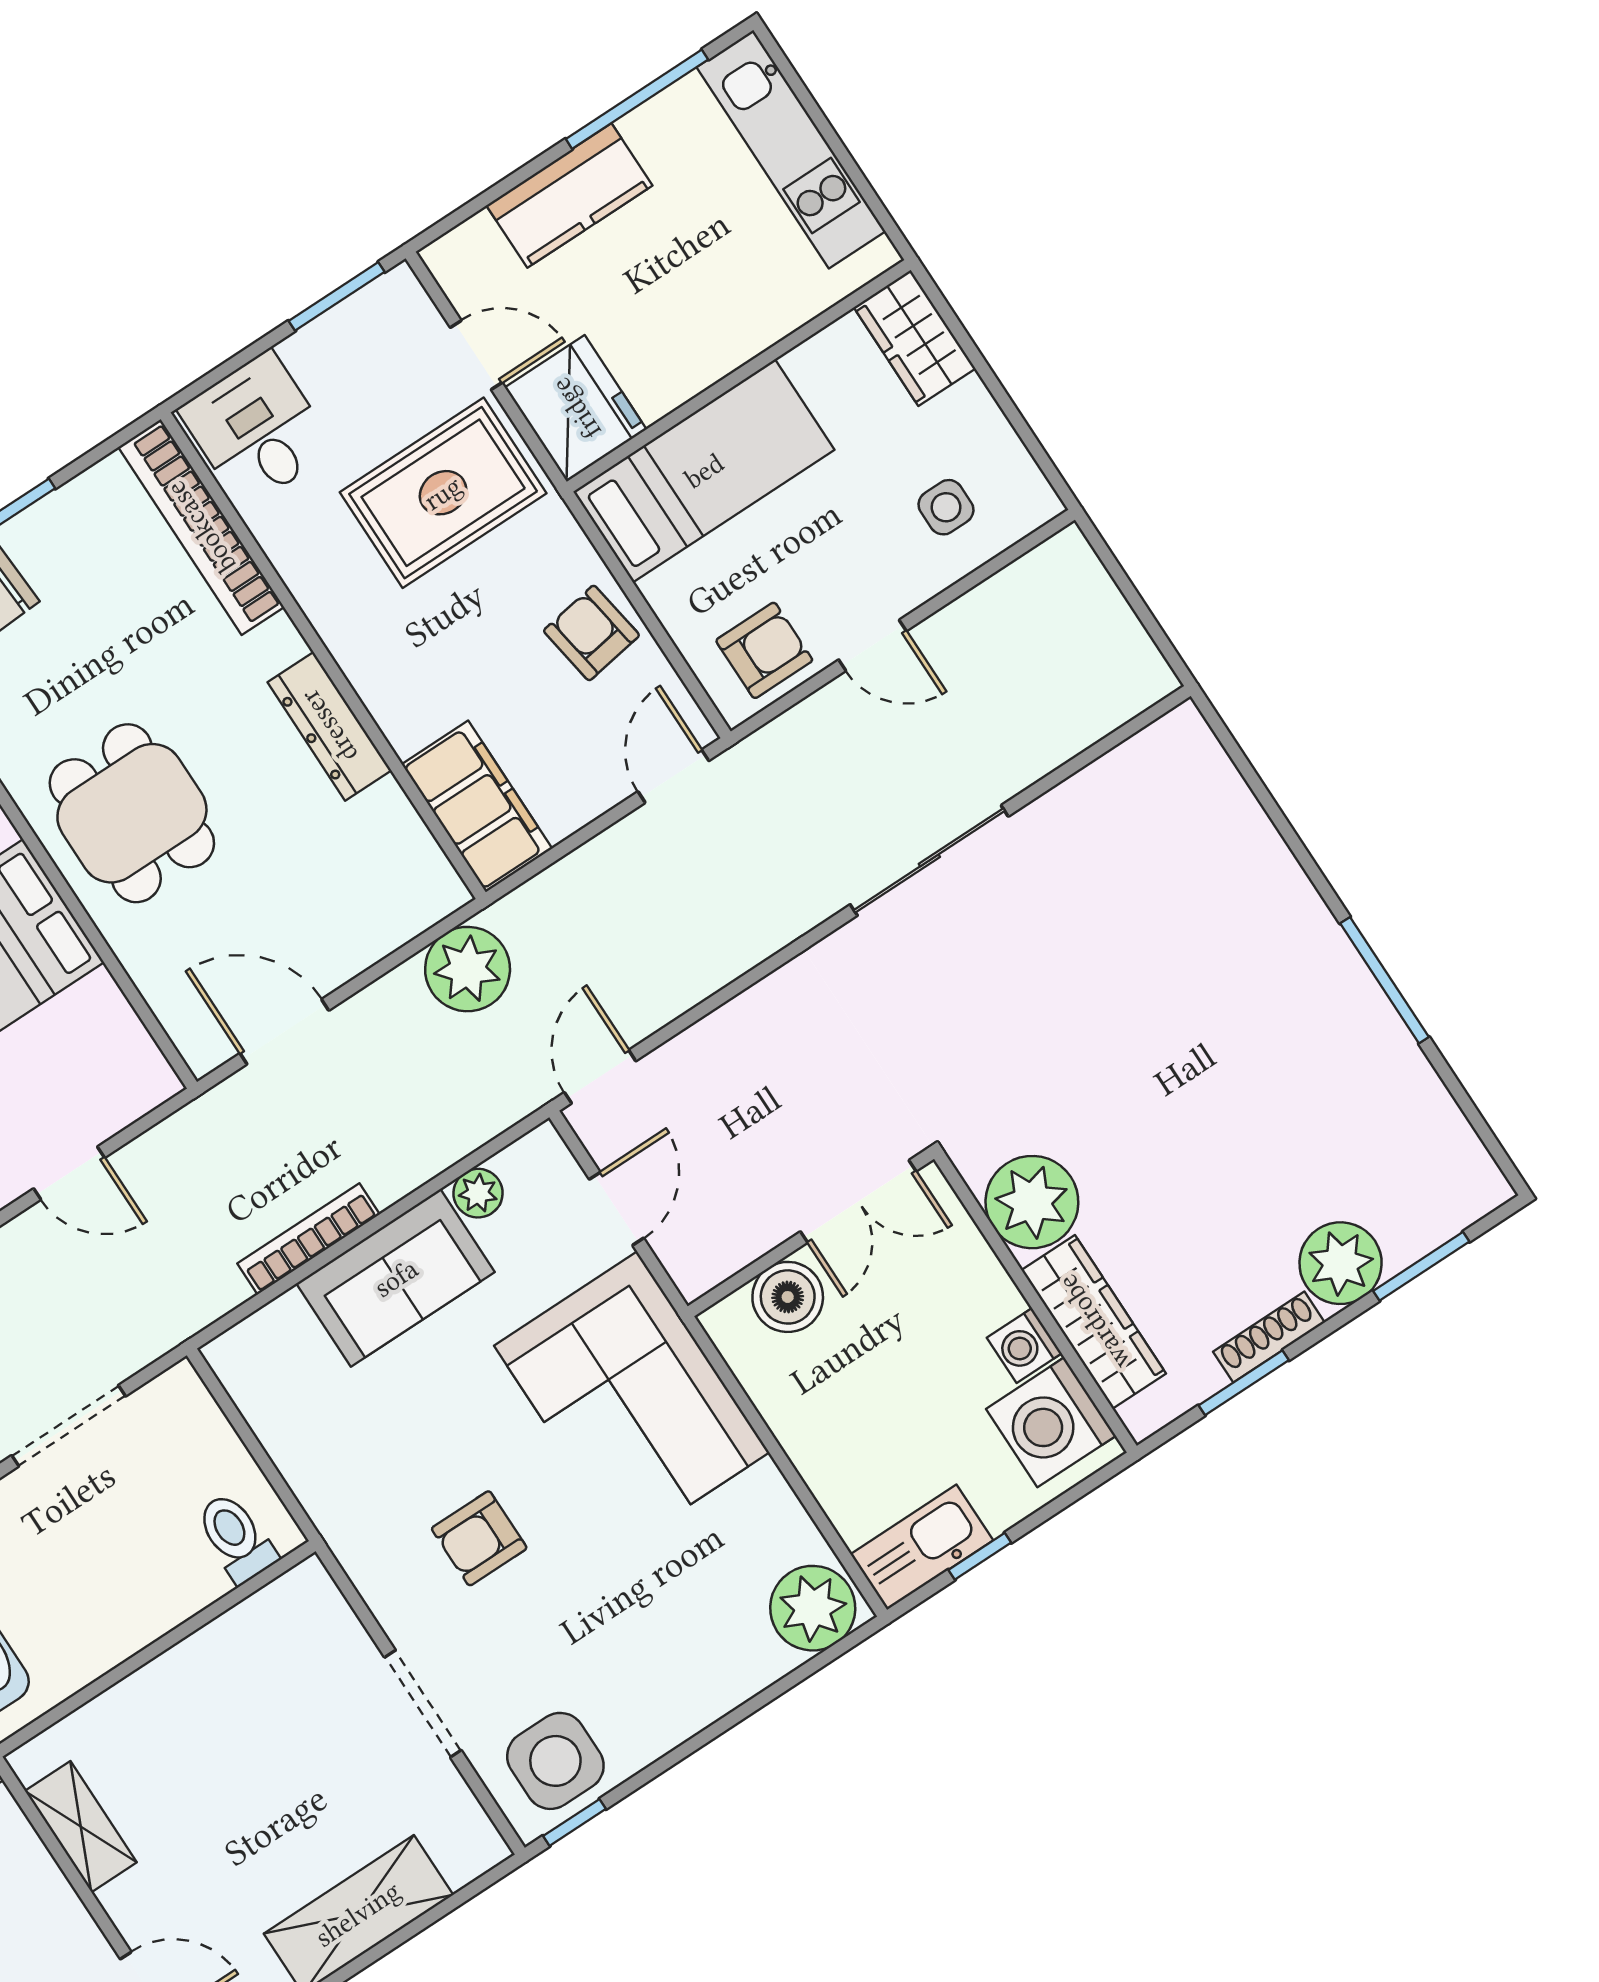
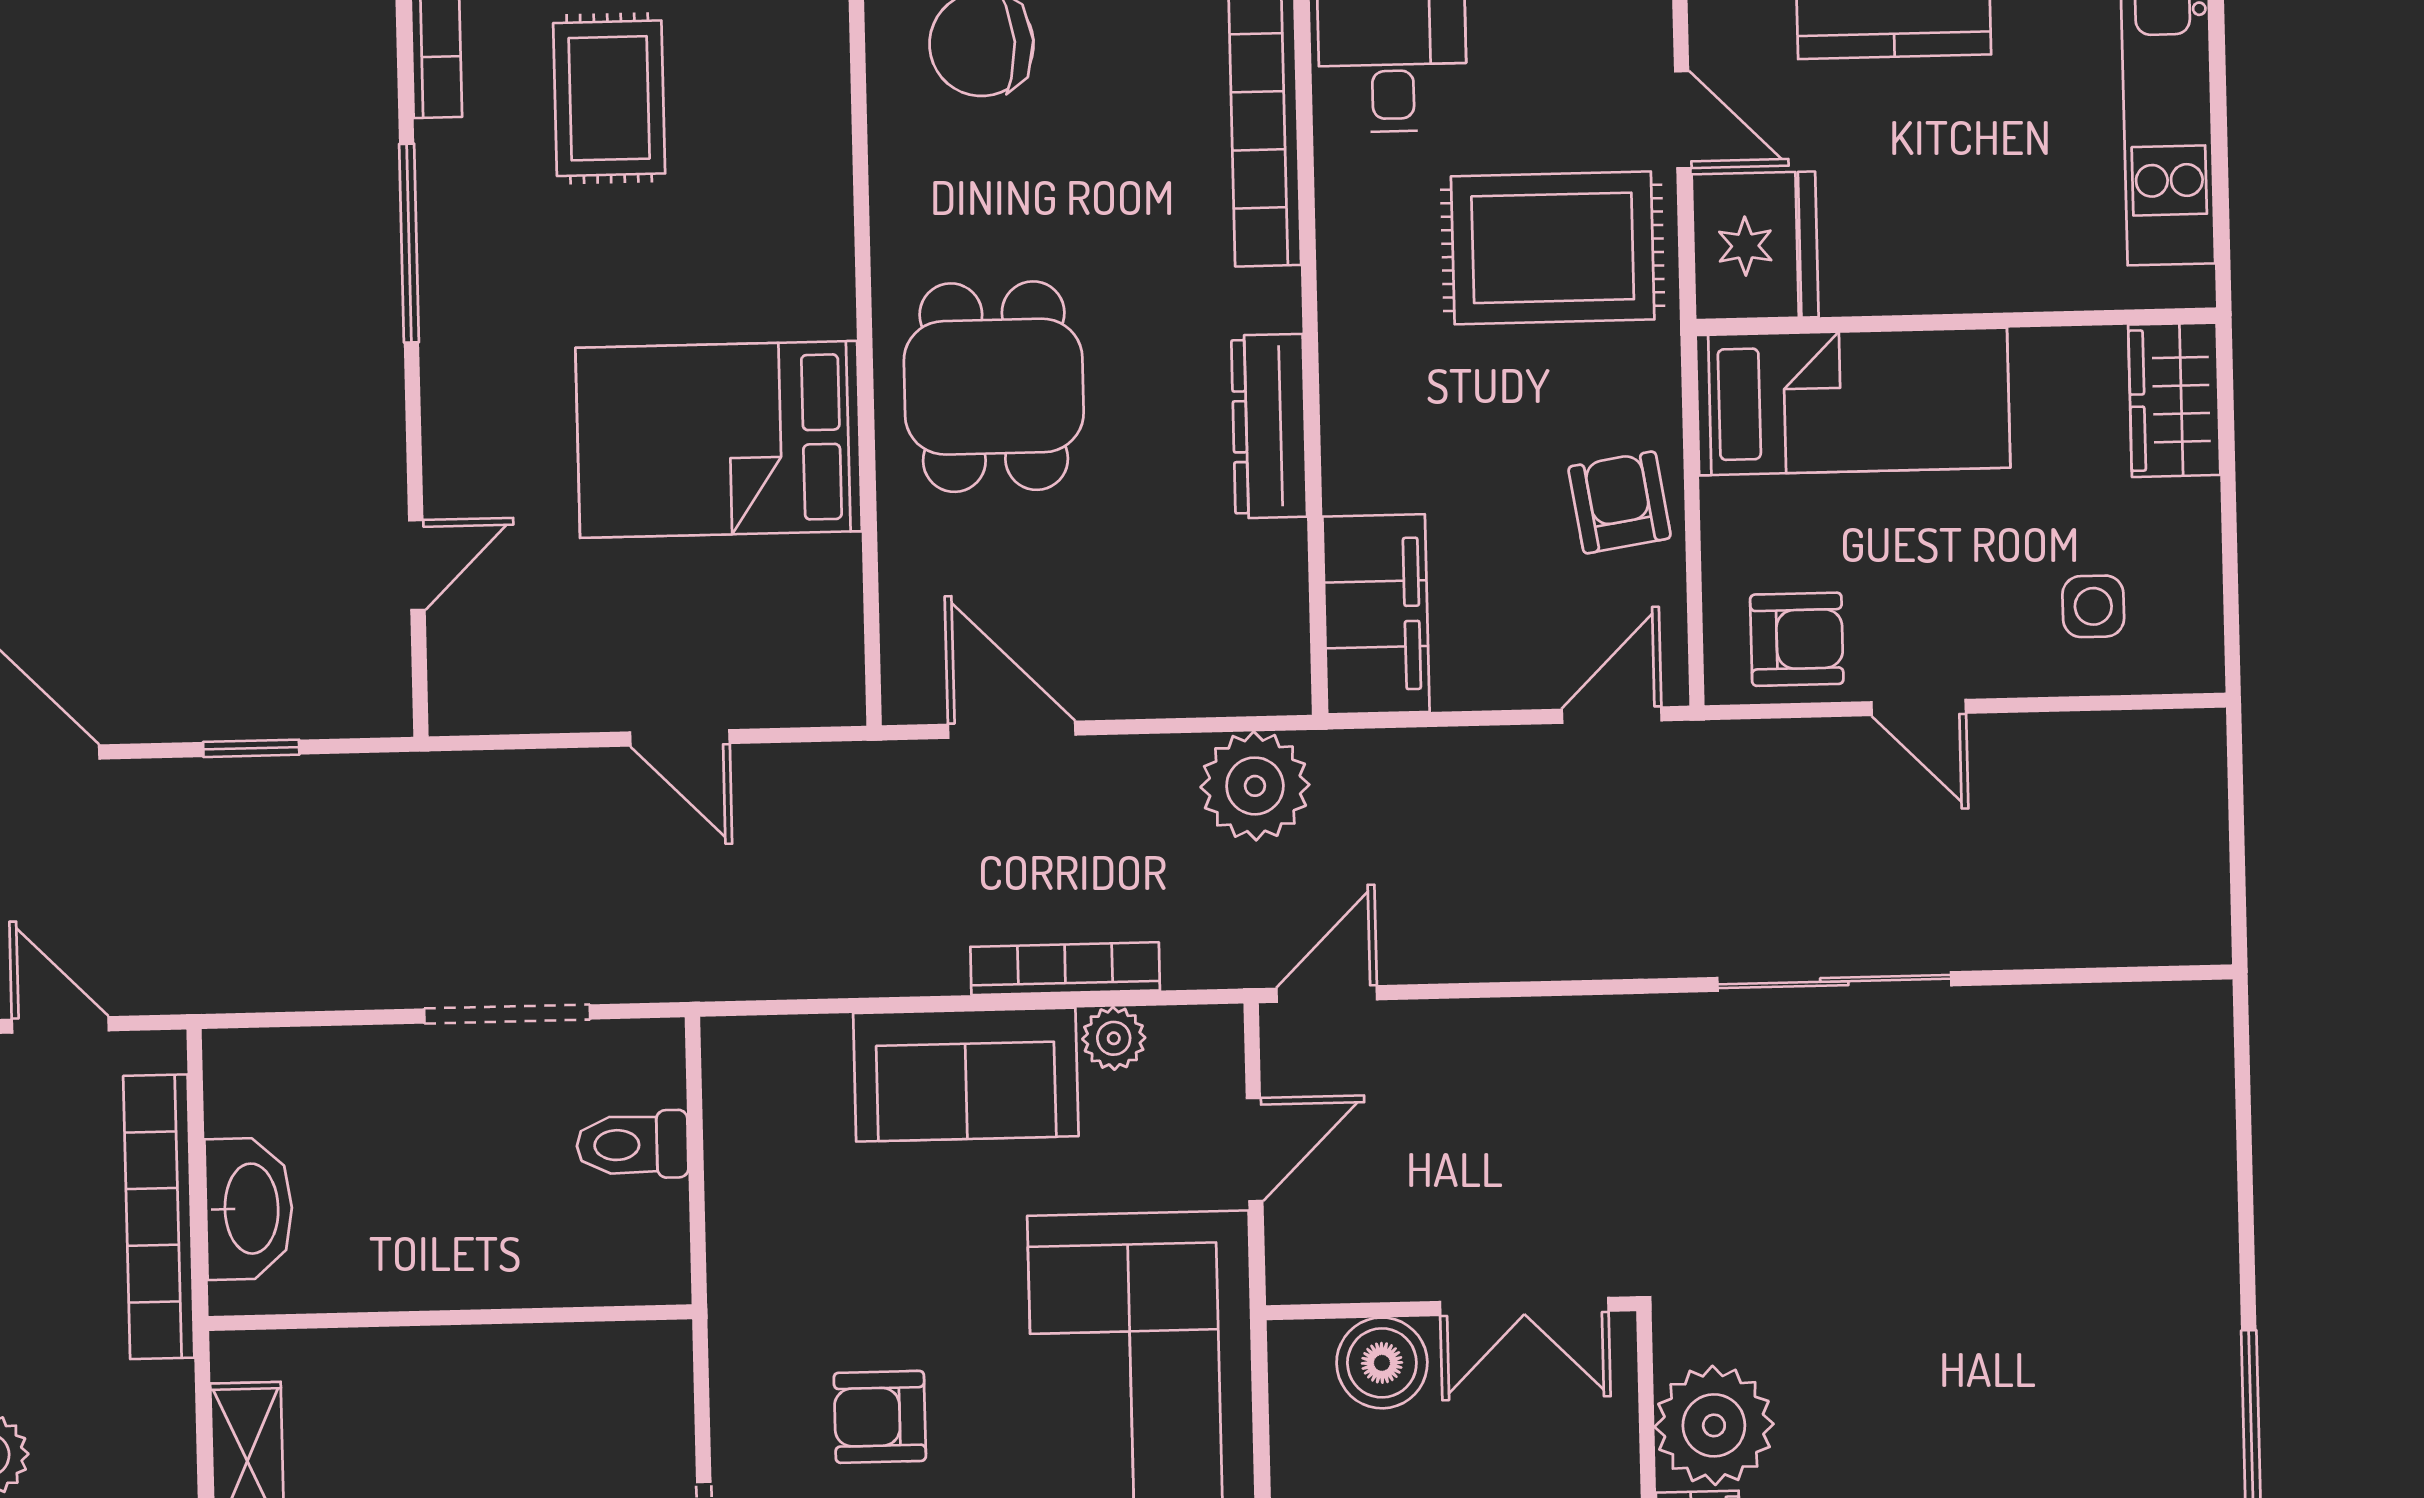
bookcase: (309, 1239) -> (1065, 969), moved
toilet: (236, 1538) -> (632, 1145), moved, turned -90

